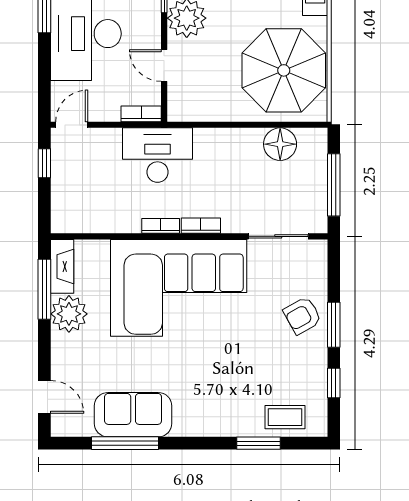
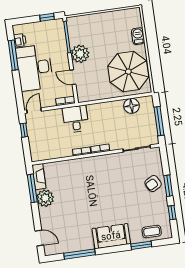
desk: (157, 155) -> (76, 119), width x0.73
corner sofa: (179, 288) -> (94, 179), removed
sofa: (133, 415) -> (111, 236), moved

